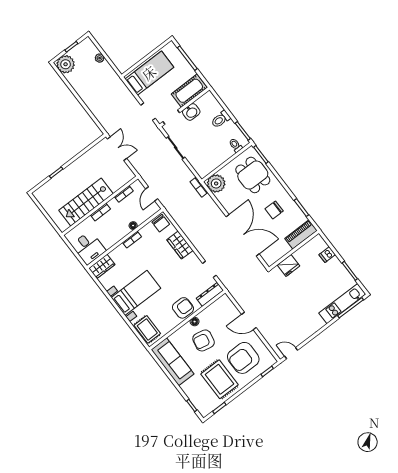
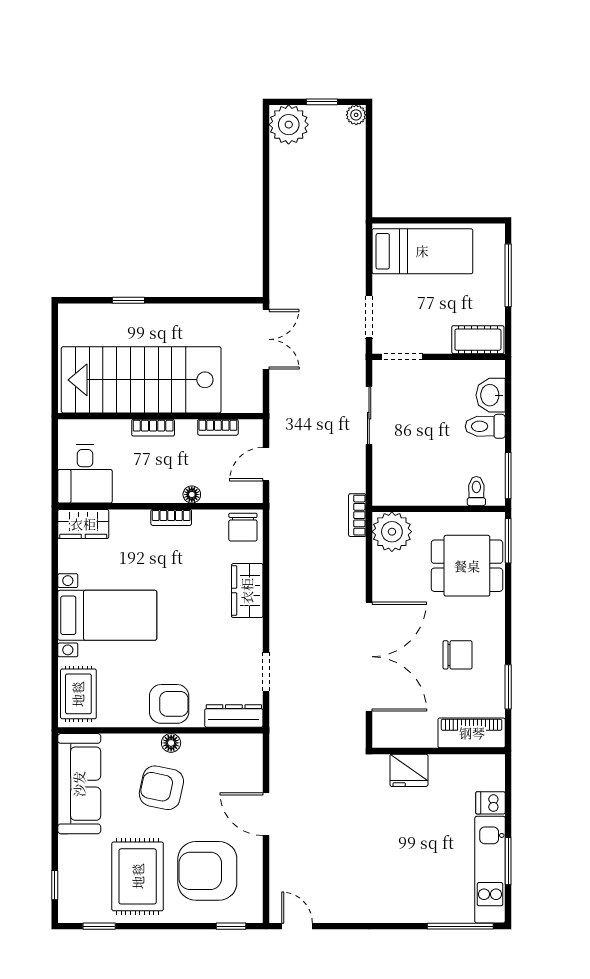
plant: (100, 58) -> (356, 115), moved
cot: (189, 91) -> (478, 340), width x0.73, depth x0.75
washbasin: (191, 112) -> (491, 395), moved, turned 90
dining table: (253, 175) -> (467, 566), turned 90
stairs: (86, 202) -> (141, 380), width x1.36, depth x1.51
chair: (274, 210) -> (458, 655), turned 180
kitchen unit: (342, 304) -> (490, 870), moved, turned -90

